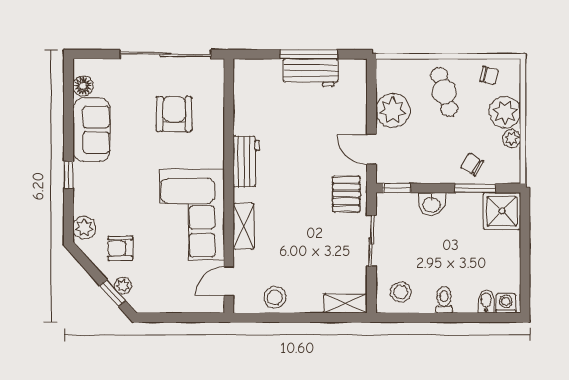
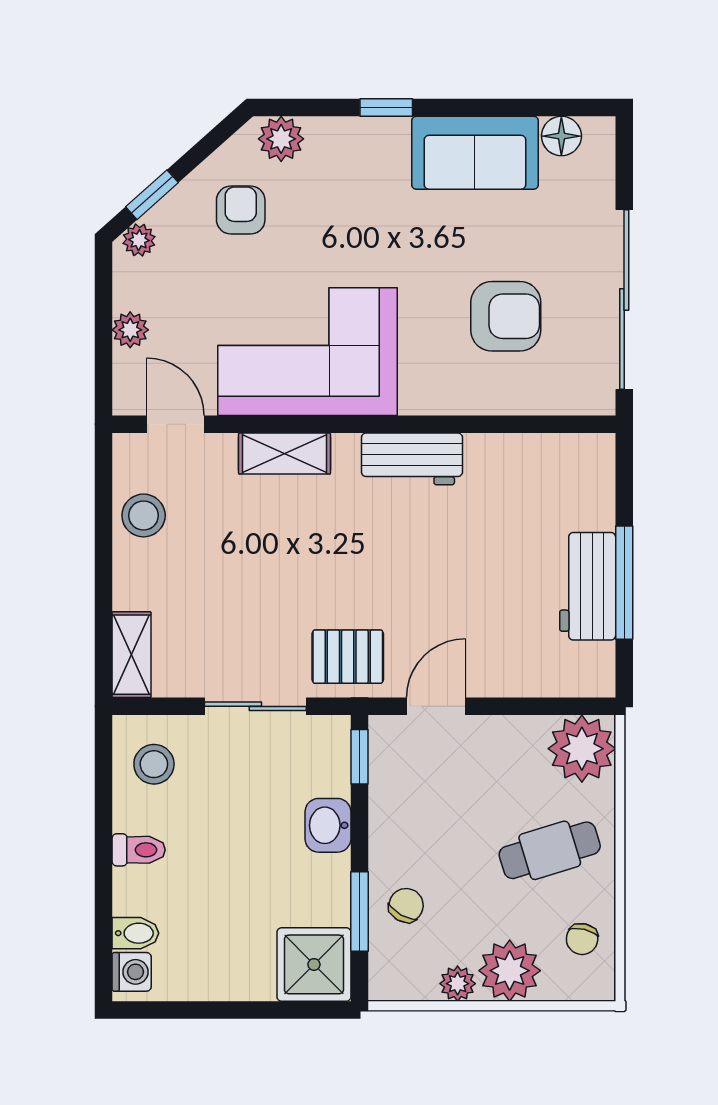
plant: (393, 110) -> (582, 749), moved
plant: (123, 286) -> (139, 240), moved
plant: (181, 304) -> (130, 330), added

